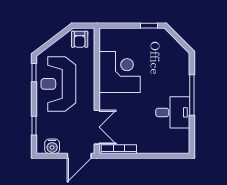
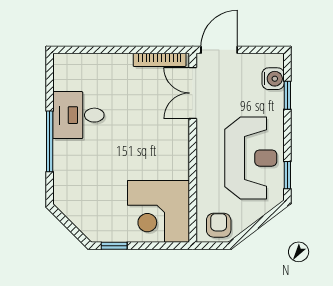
corner desk: (120, 72) -> (158, 211), moved
water cooler: (52, 146) -> (273, 79), moved, turned 90

